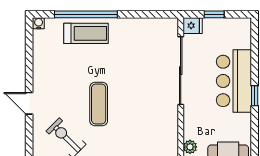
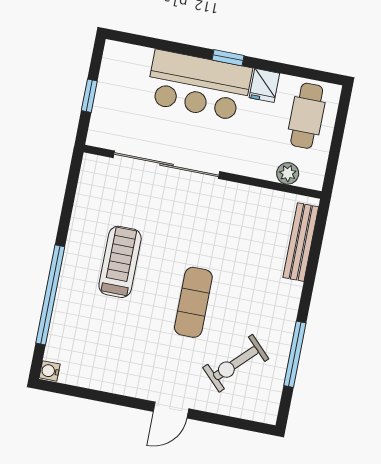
fridge: (193, 26) -> (264, 85), moved, turned 180
treadmill: (86, 33) -> (120, 262), moved
exercise mat: (99, 104) -> (193, 302), turned 90

